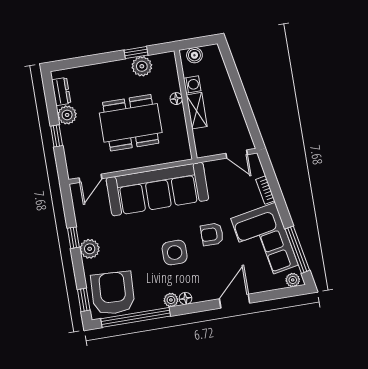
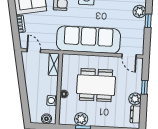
shelving: (197, 111) -> (54, 64), moved
door: (90, 178) -> (129, 56), swing flipped

